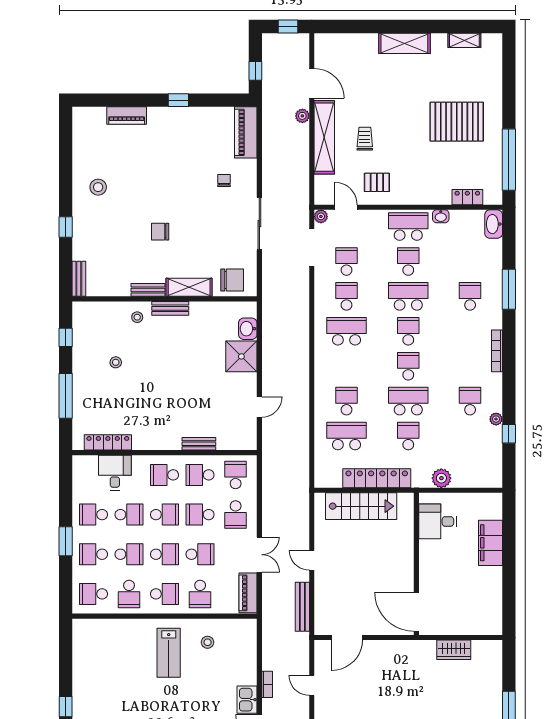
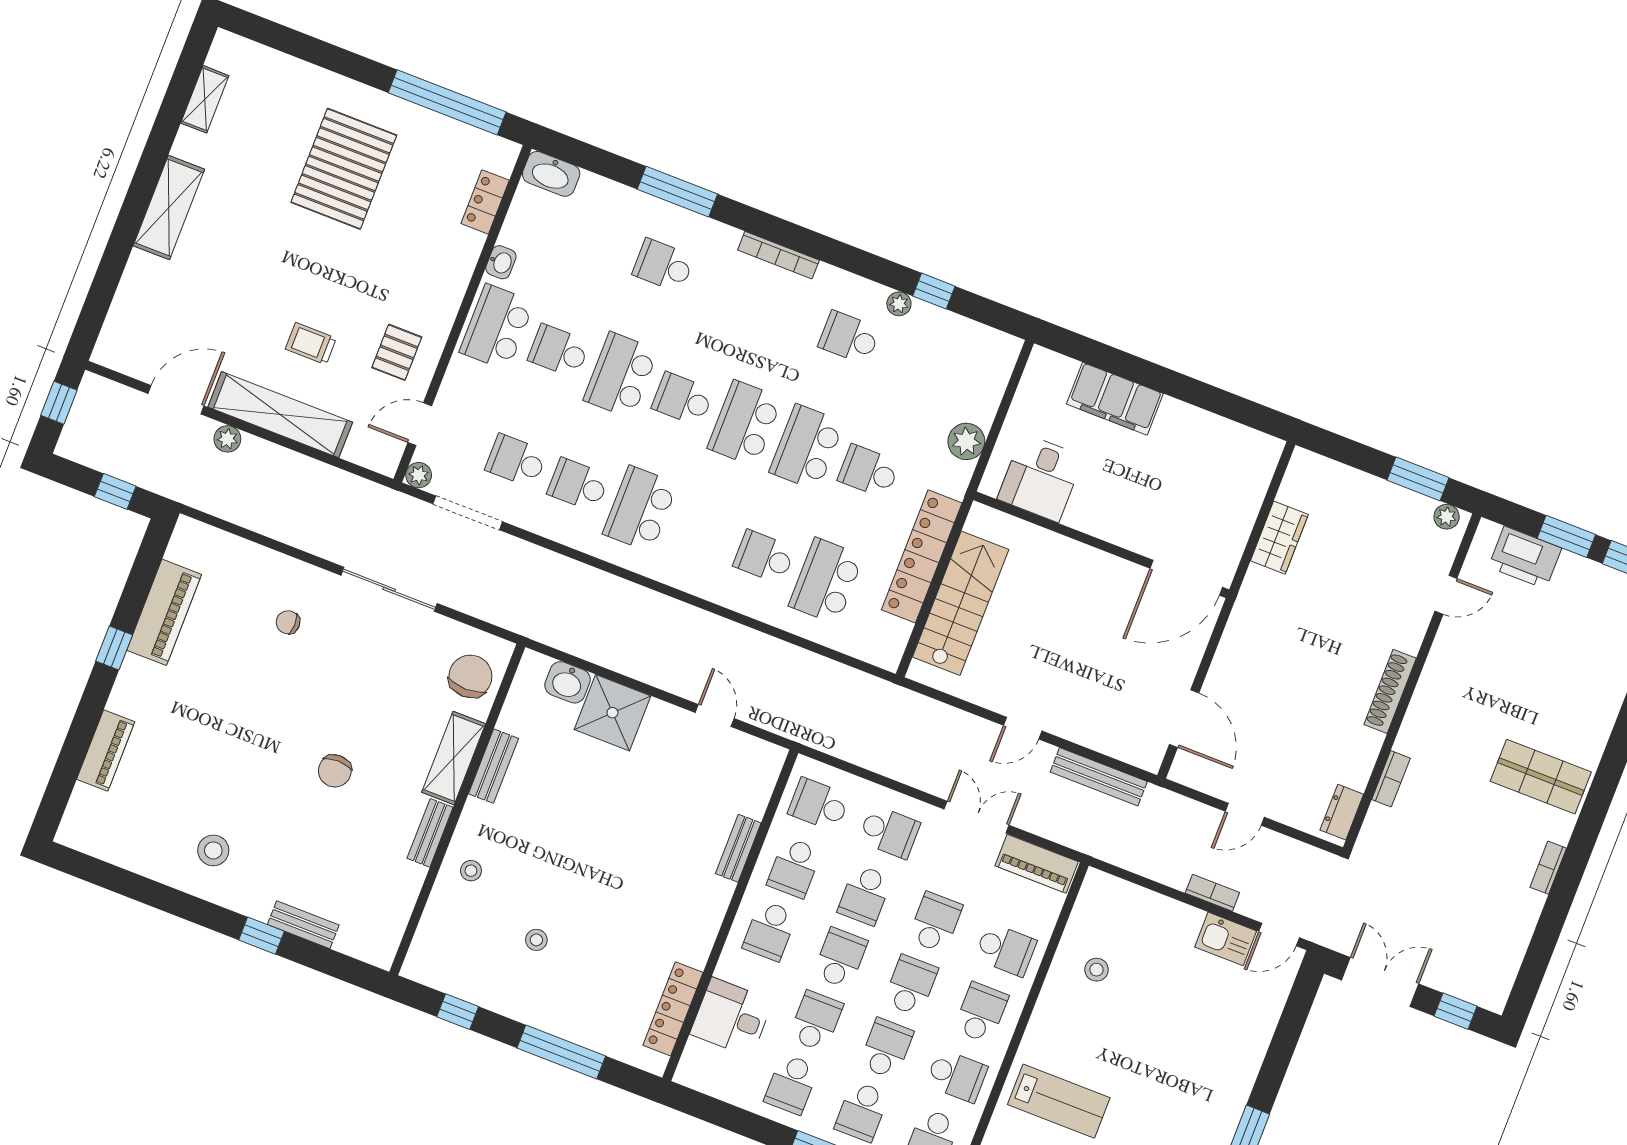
piano: (246, 132) -> (164, 612), moved, turned -90
bench: (79, 279) -> (303, 925), moved
bench: (170, 308) -> (493, 766), moved
school desk: (408, 366) -> (745, 423), width x1.85
lab bench: (169, 653) -> (1059, 1101), moved

